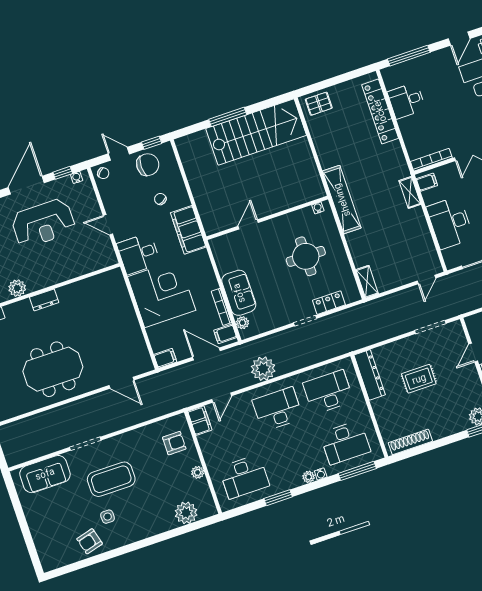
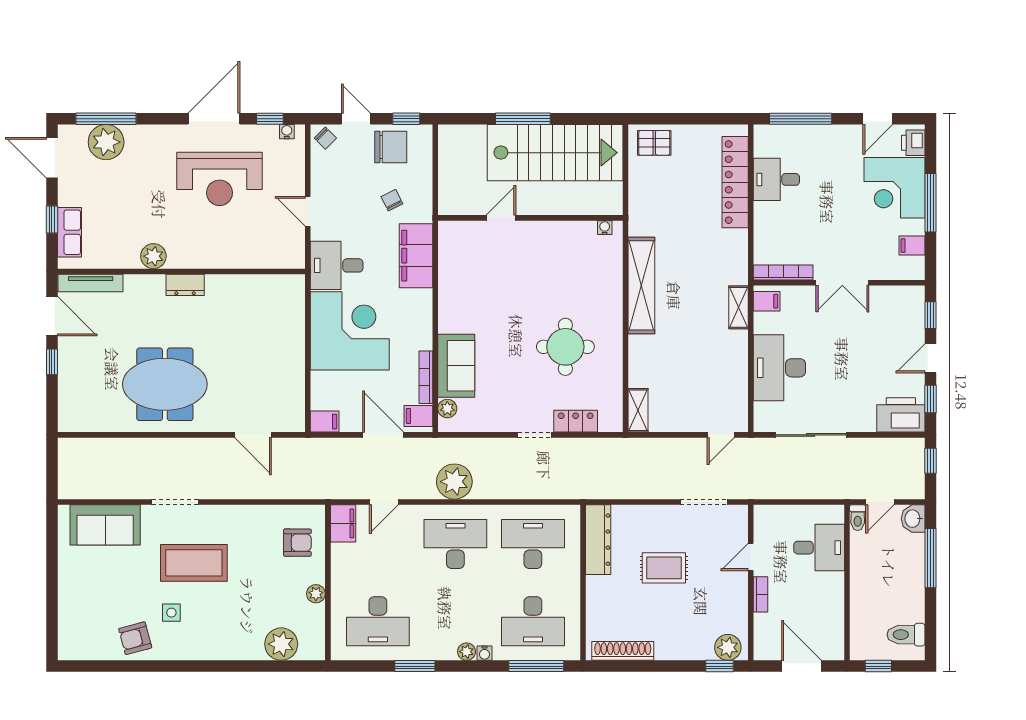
water cooler: (318, 208) -> (605, 228), moved
wall: (267, 218) -> (530, 218), moved
door: (248, 224) -> (501, 218), moved

